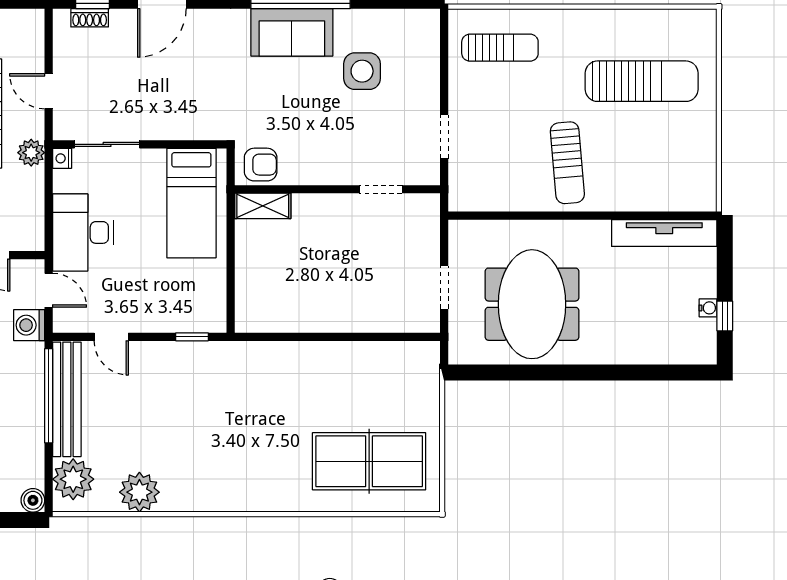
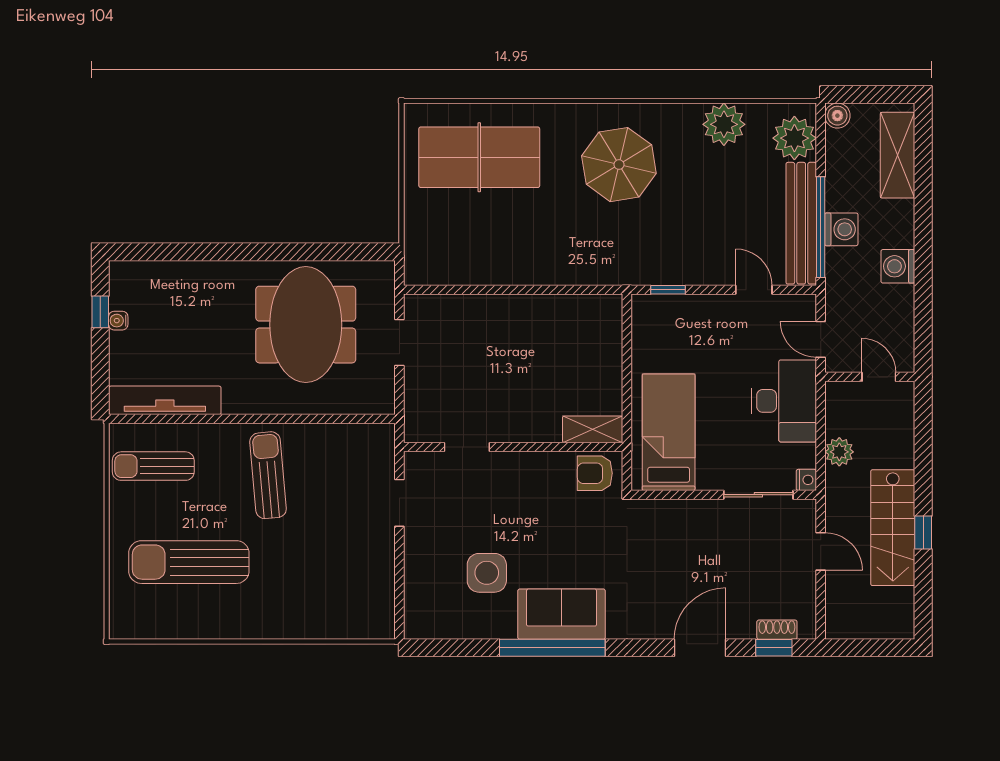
sun lounger: (500, 48) -> (153, 466), moved
plant: (31, 153) -> (839, 452), moved
washing machine: (29, 325) -> (841, 229), moved
parasol: (238, 454) -> (619, 165), added

